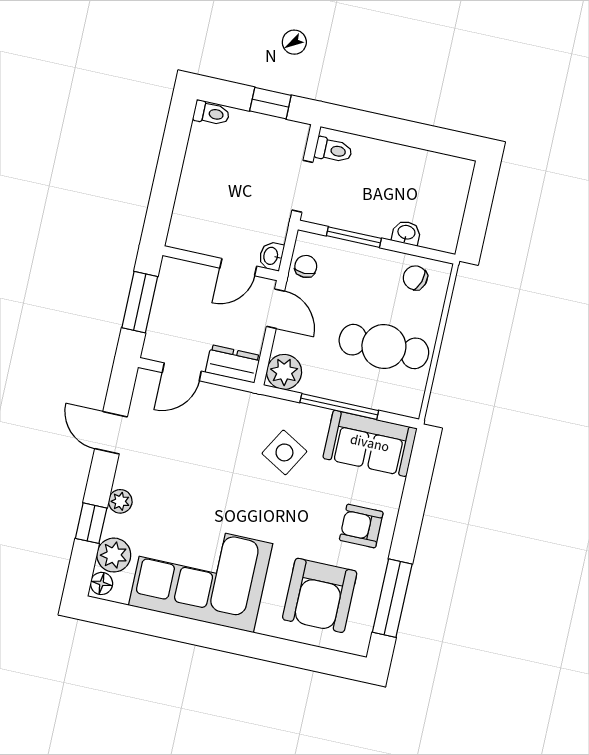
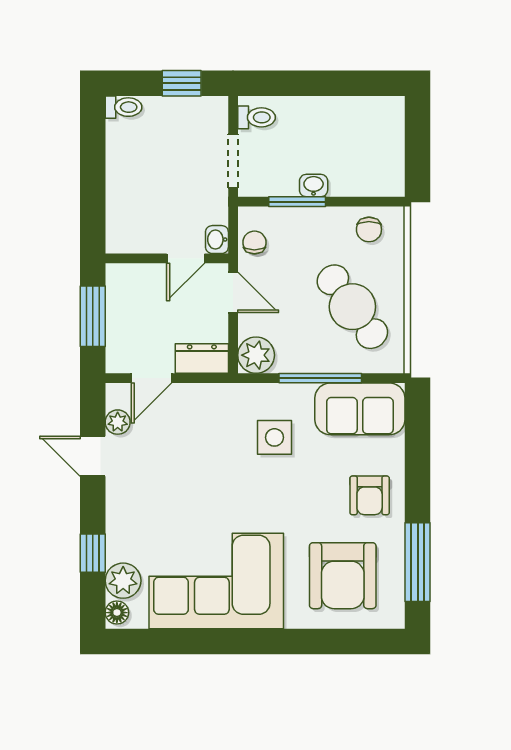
washbasin: (406, 233) -> (314, 186), moved
chair: (415, 278) -> (369, 229), turned -108
cafe table: (384, 346) -> (352, 307), turned 54
side table: (284, 452) -> (274, 437), turned -30
plant: (120, 501) -> (118, 422), moved
armchair: (361, 526) -> (370, 495), turned -90

